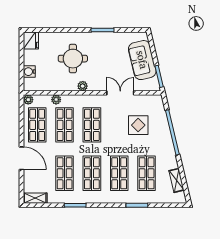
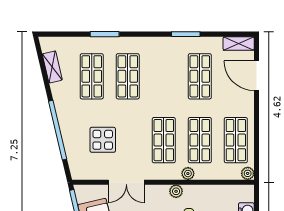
plant: (56, 100) -> (188, 174), moved
door: (22, 158) -> (256, 76), moved
shop shelf: (92, 173) -> (164, 76), removed

